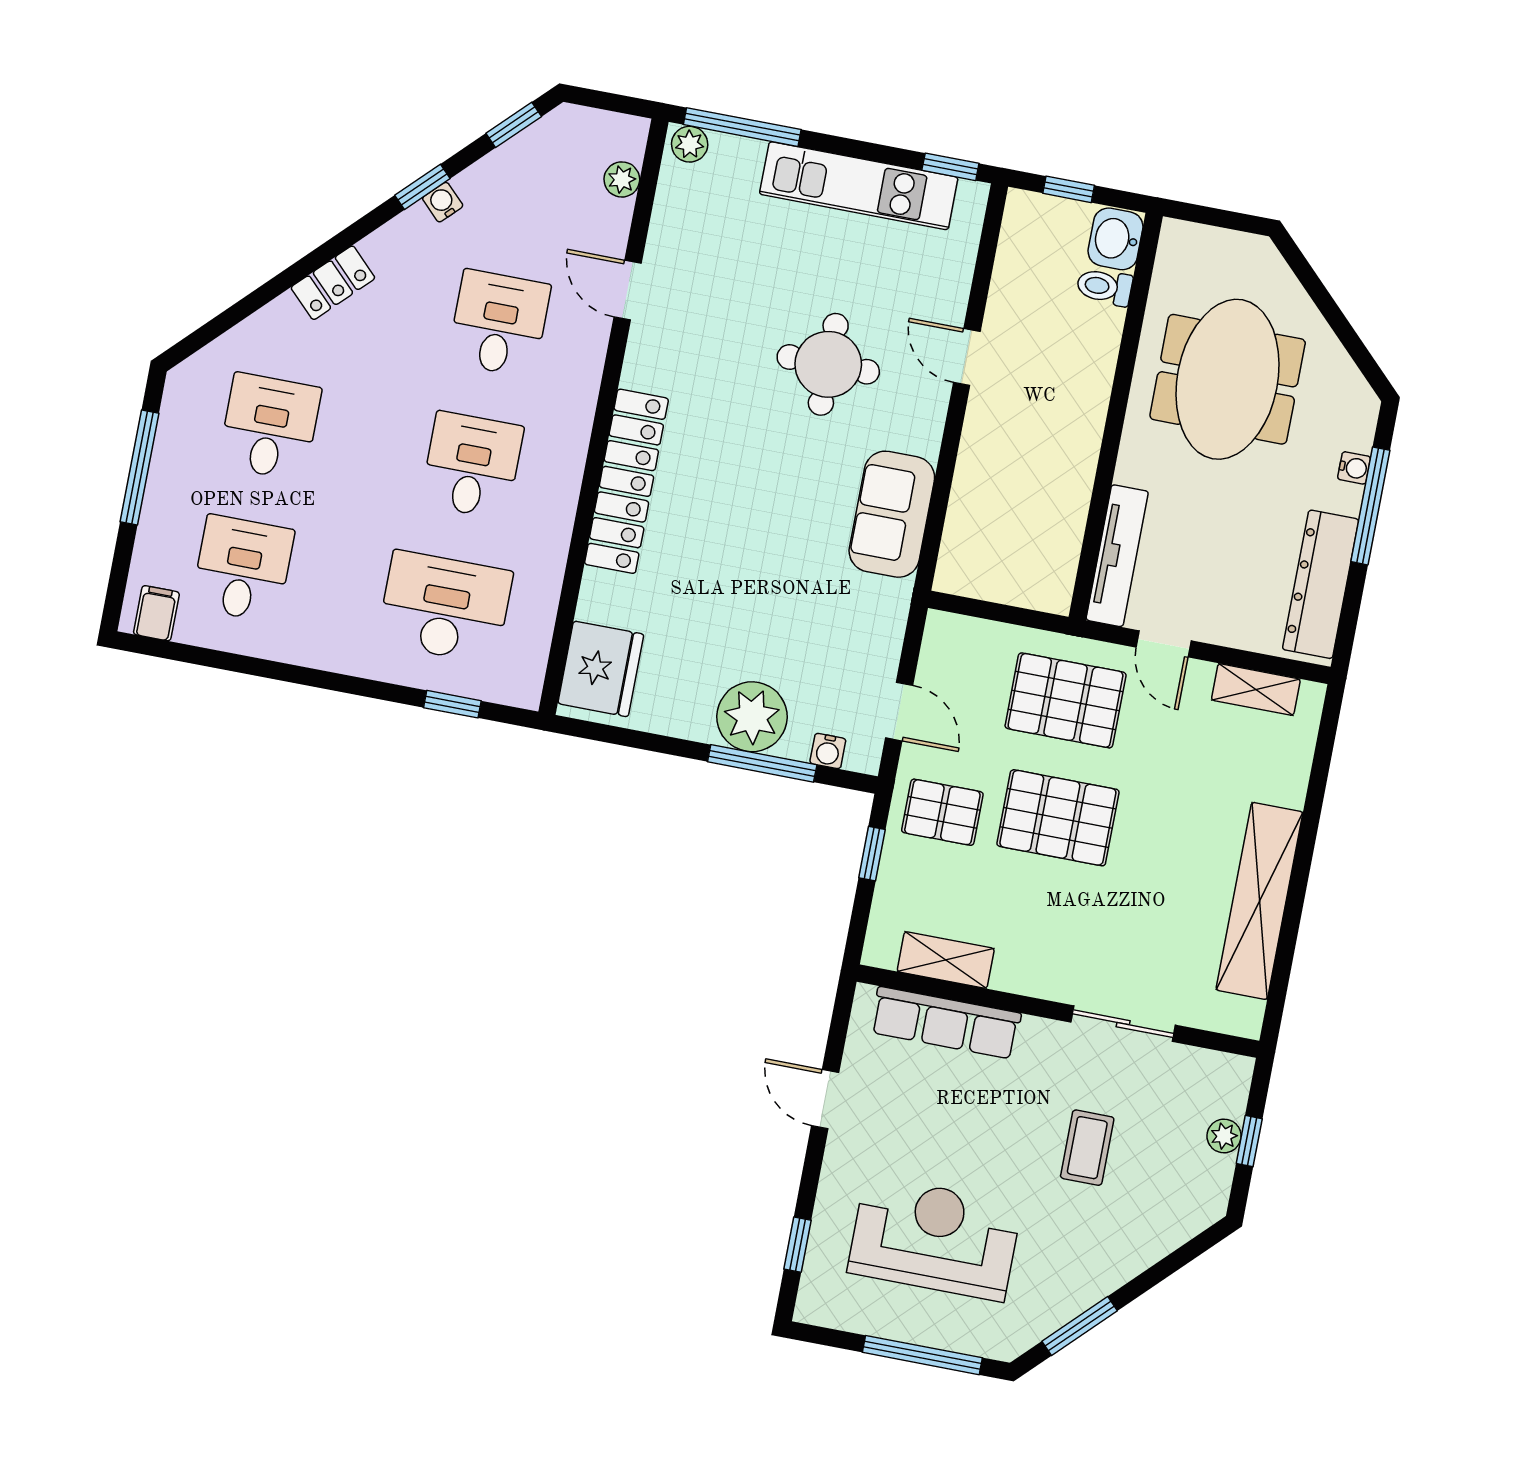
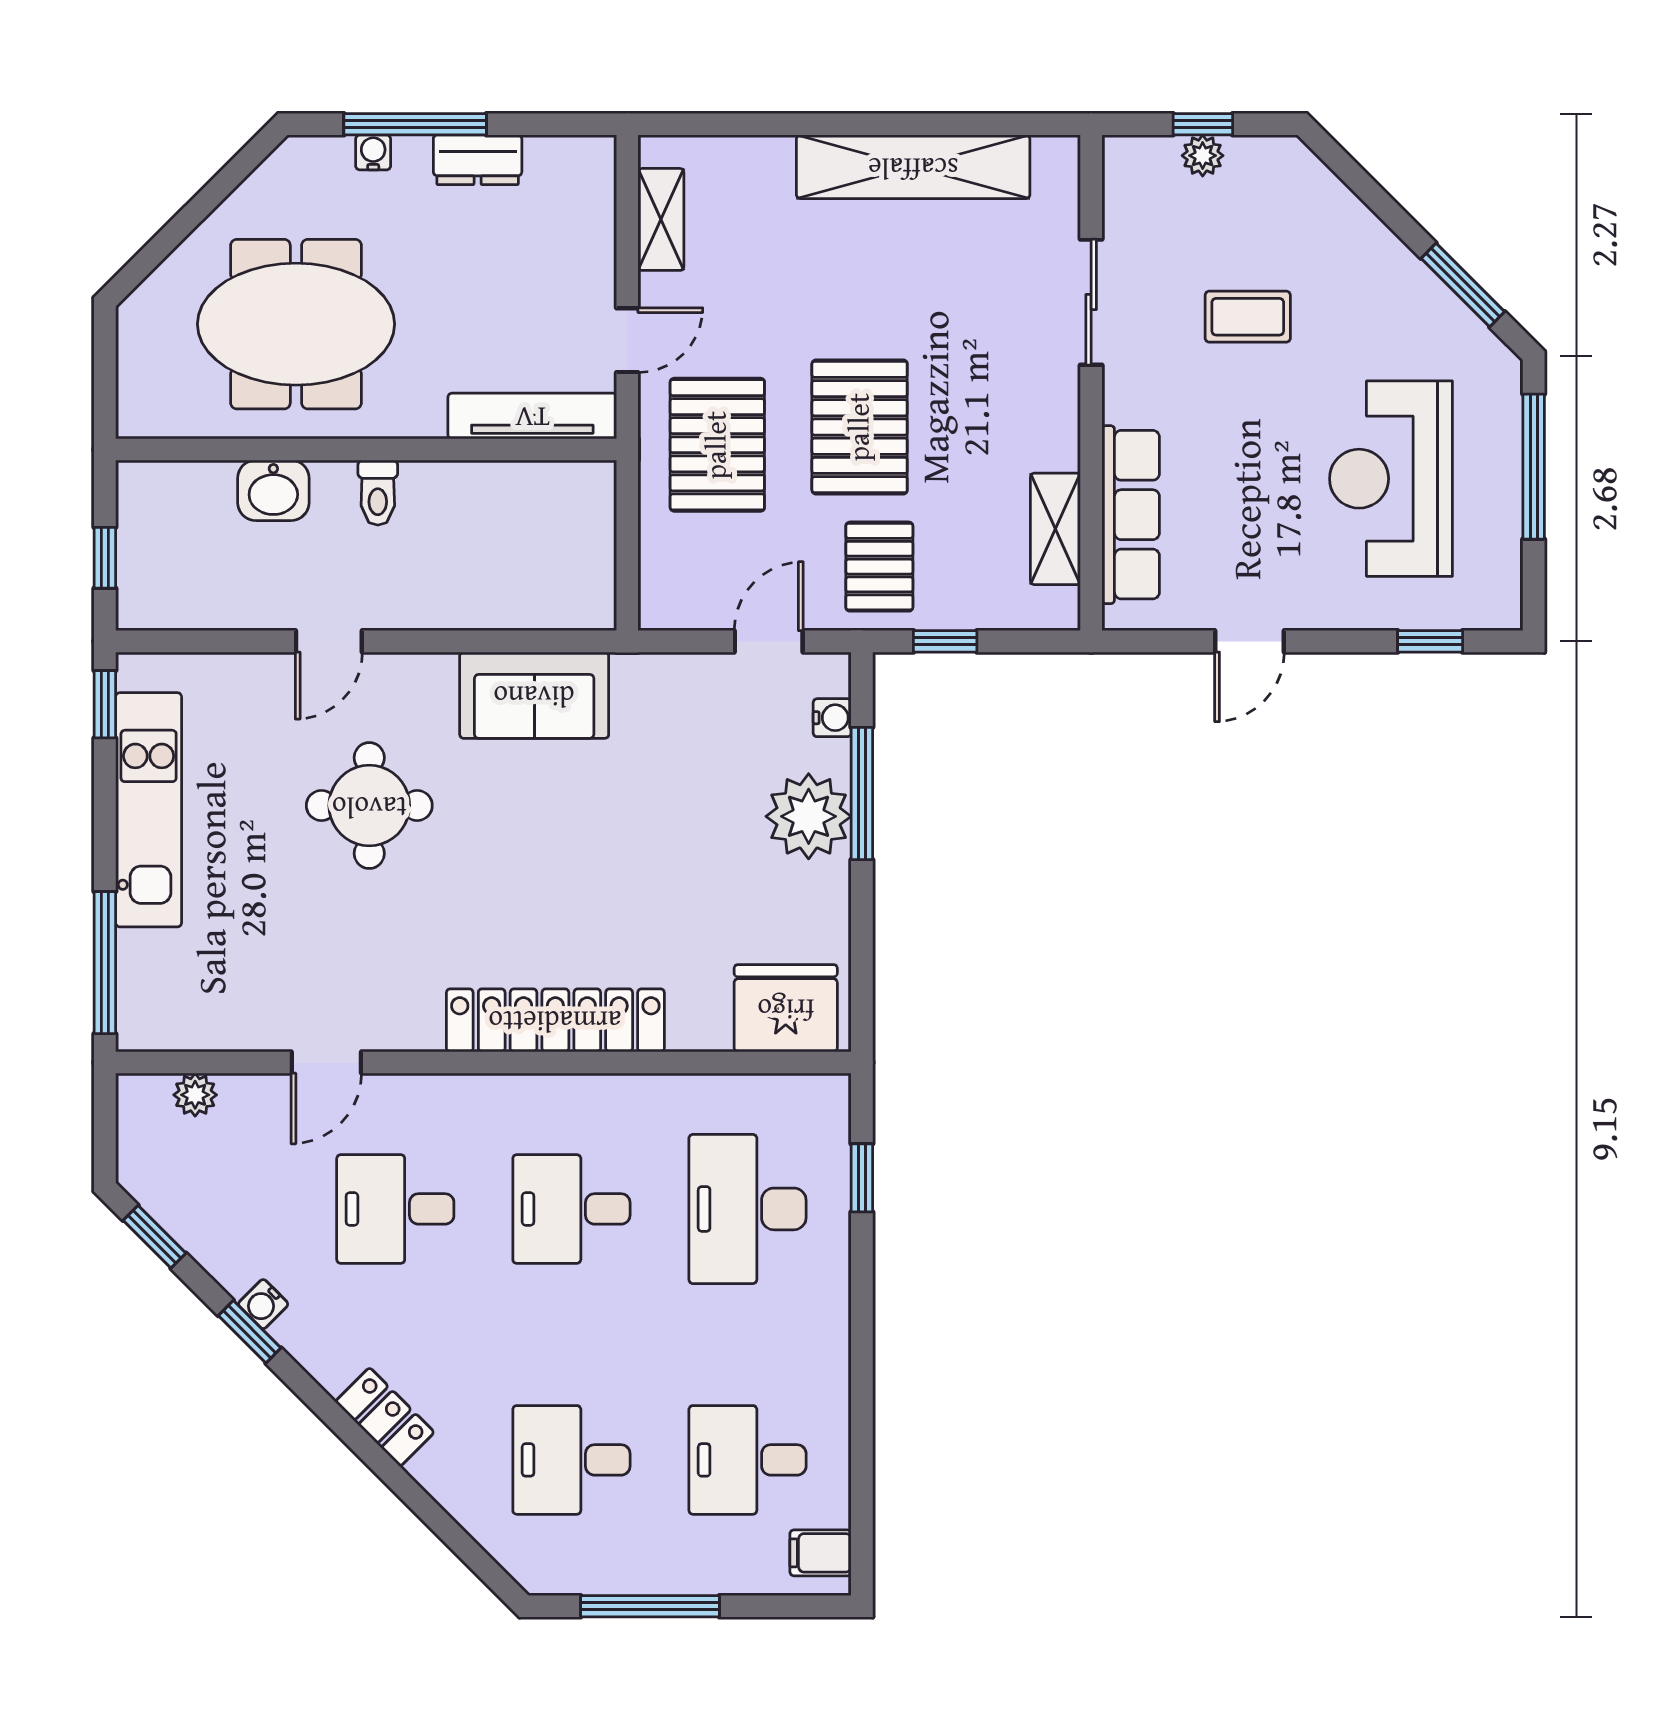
plant: (690, 144) -> (137, 1022), removed
washbasin: (1115, 239) -> (273, 490), moved
toilet: (1104, 287) -> (378, 493), moved
dresser: (1321, 584) -> (478, 160), width x0.51, depth x0.80

